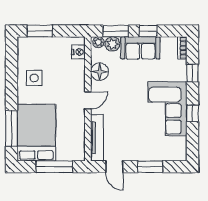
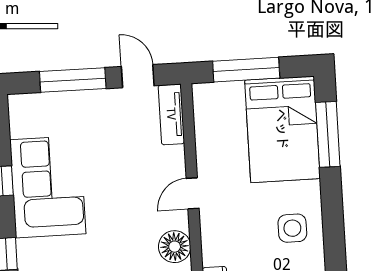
tv unit: (97, 138) -> (171, 114), width x0.71
window: (150, 167) -> (73, 80), width x1.44

